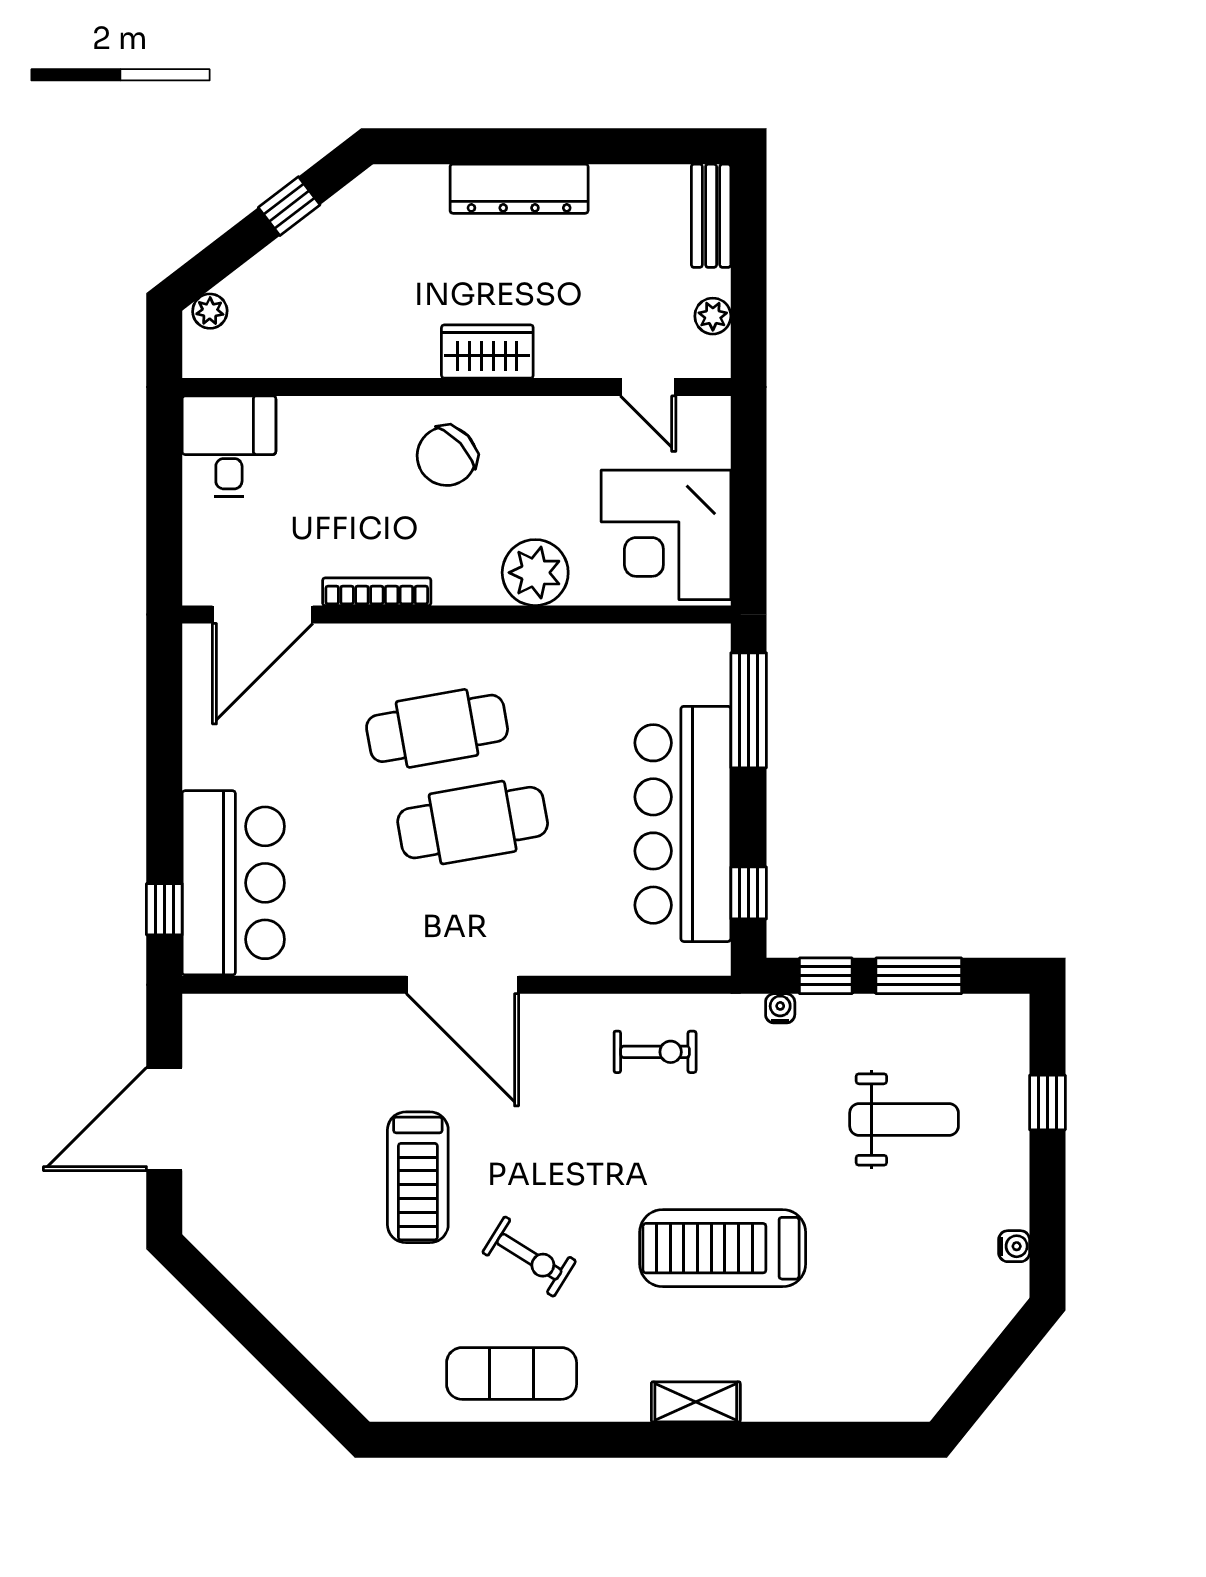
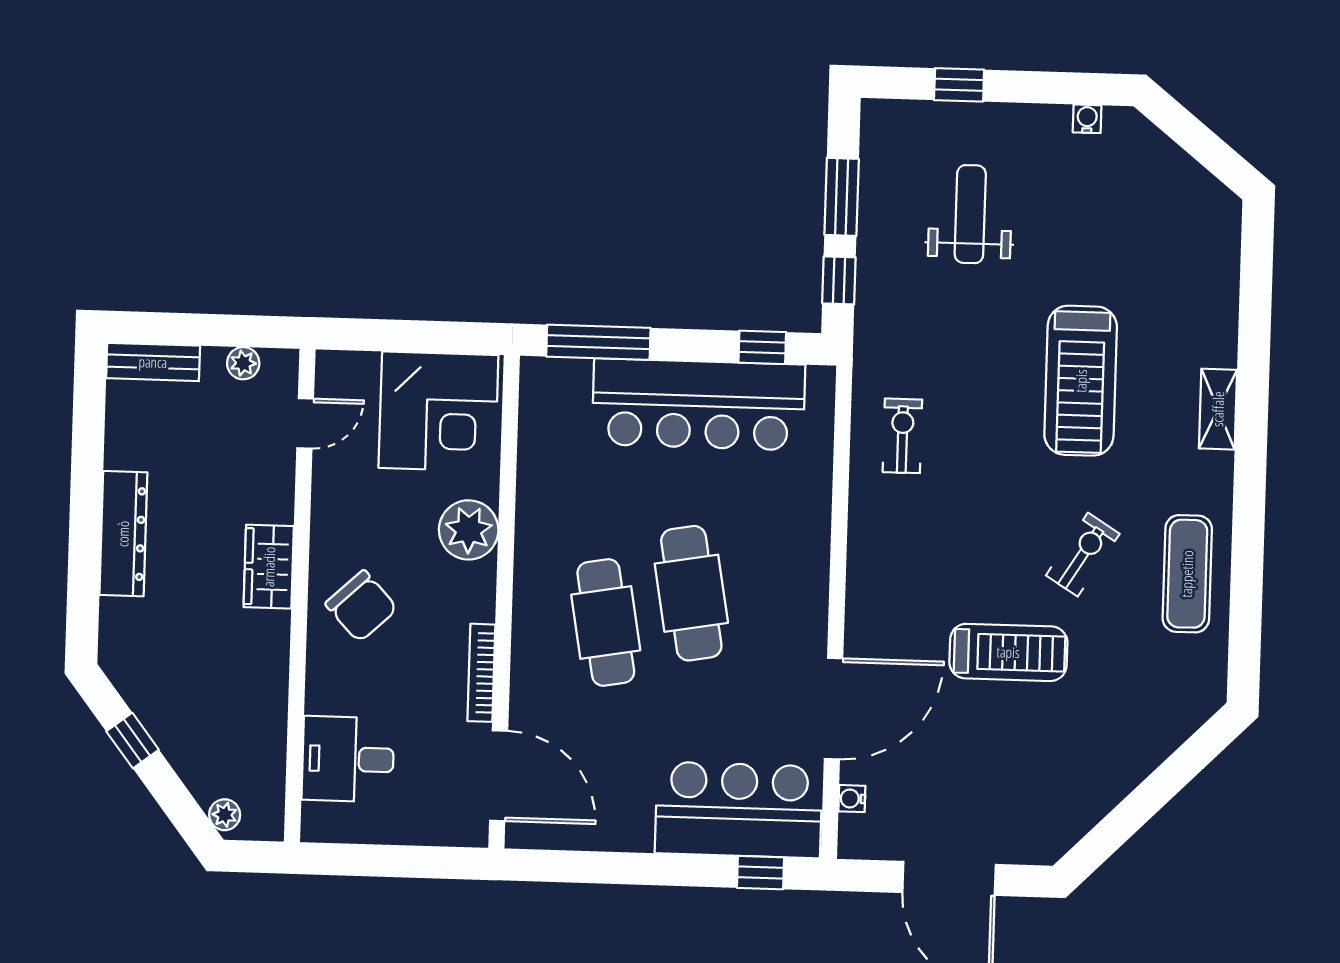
desk: (229, 446) -> (348, 759), moved
door: (462, 985) -> (834, 709), moved
water cooler: (780, 1008) -> (852, 799), moved

